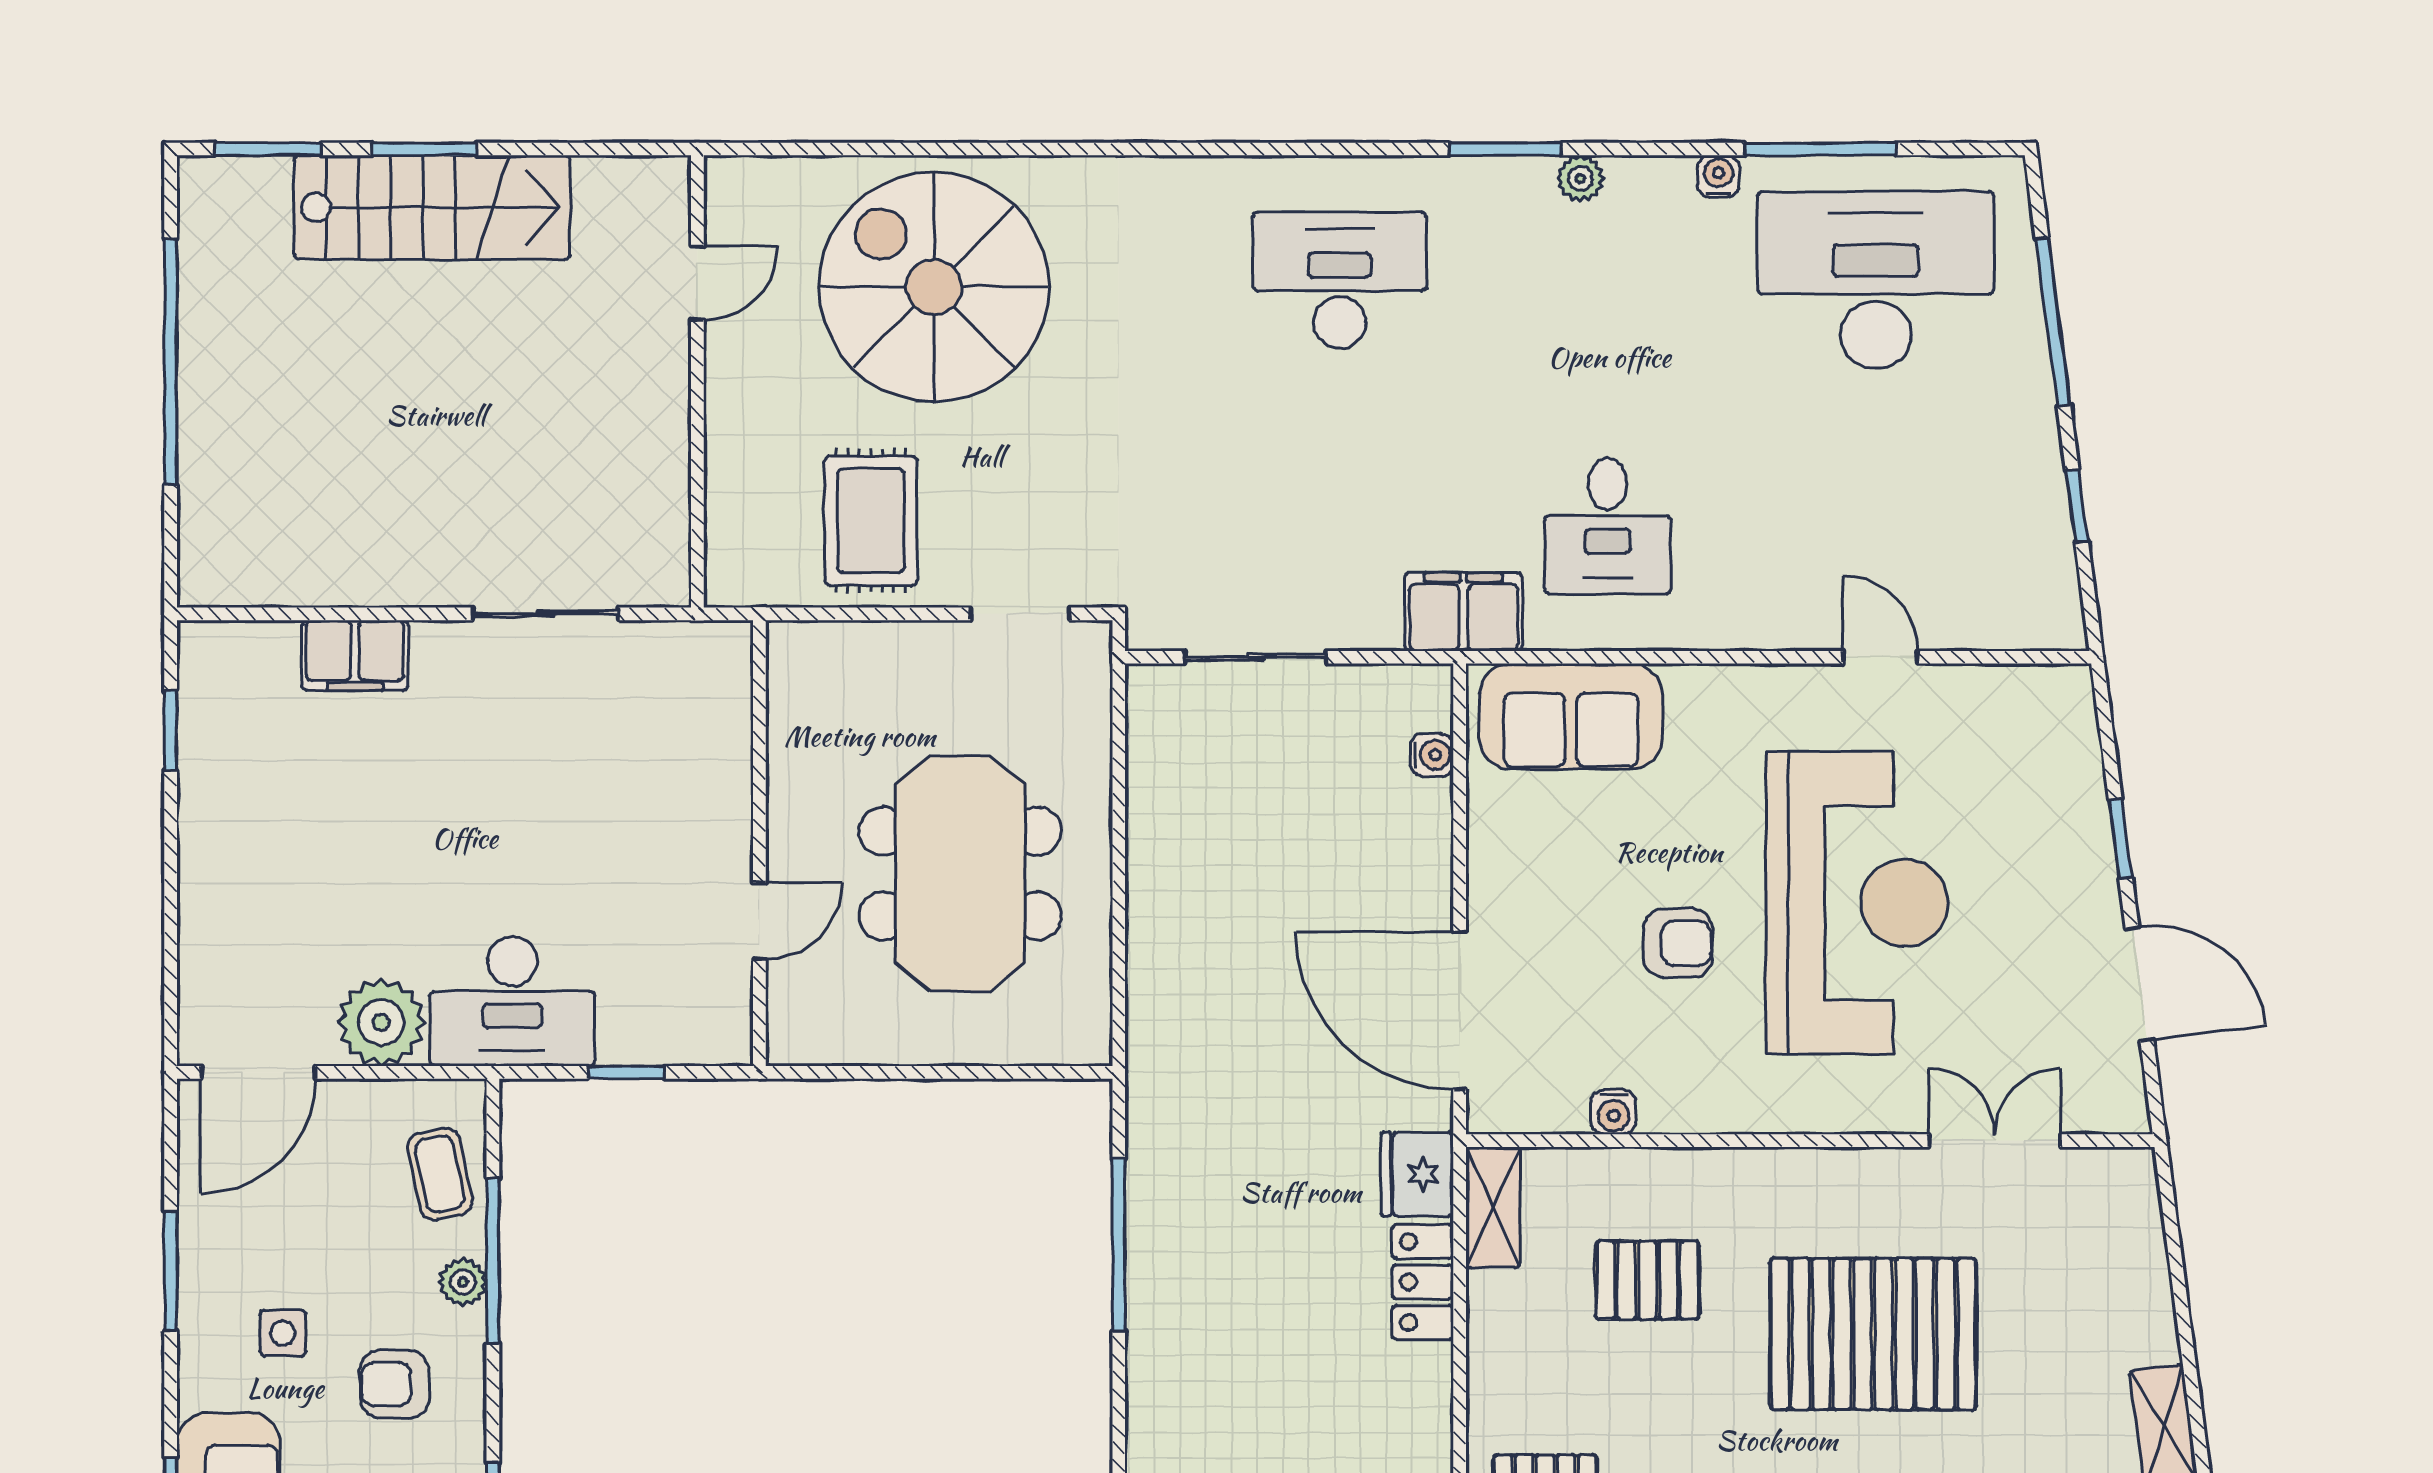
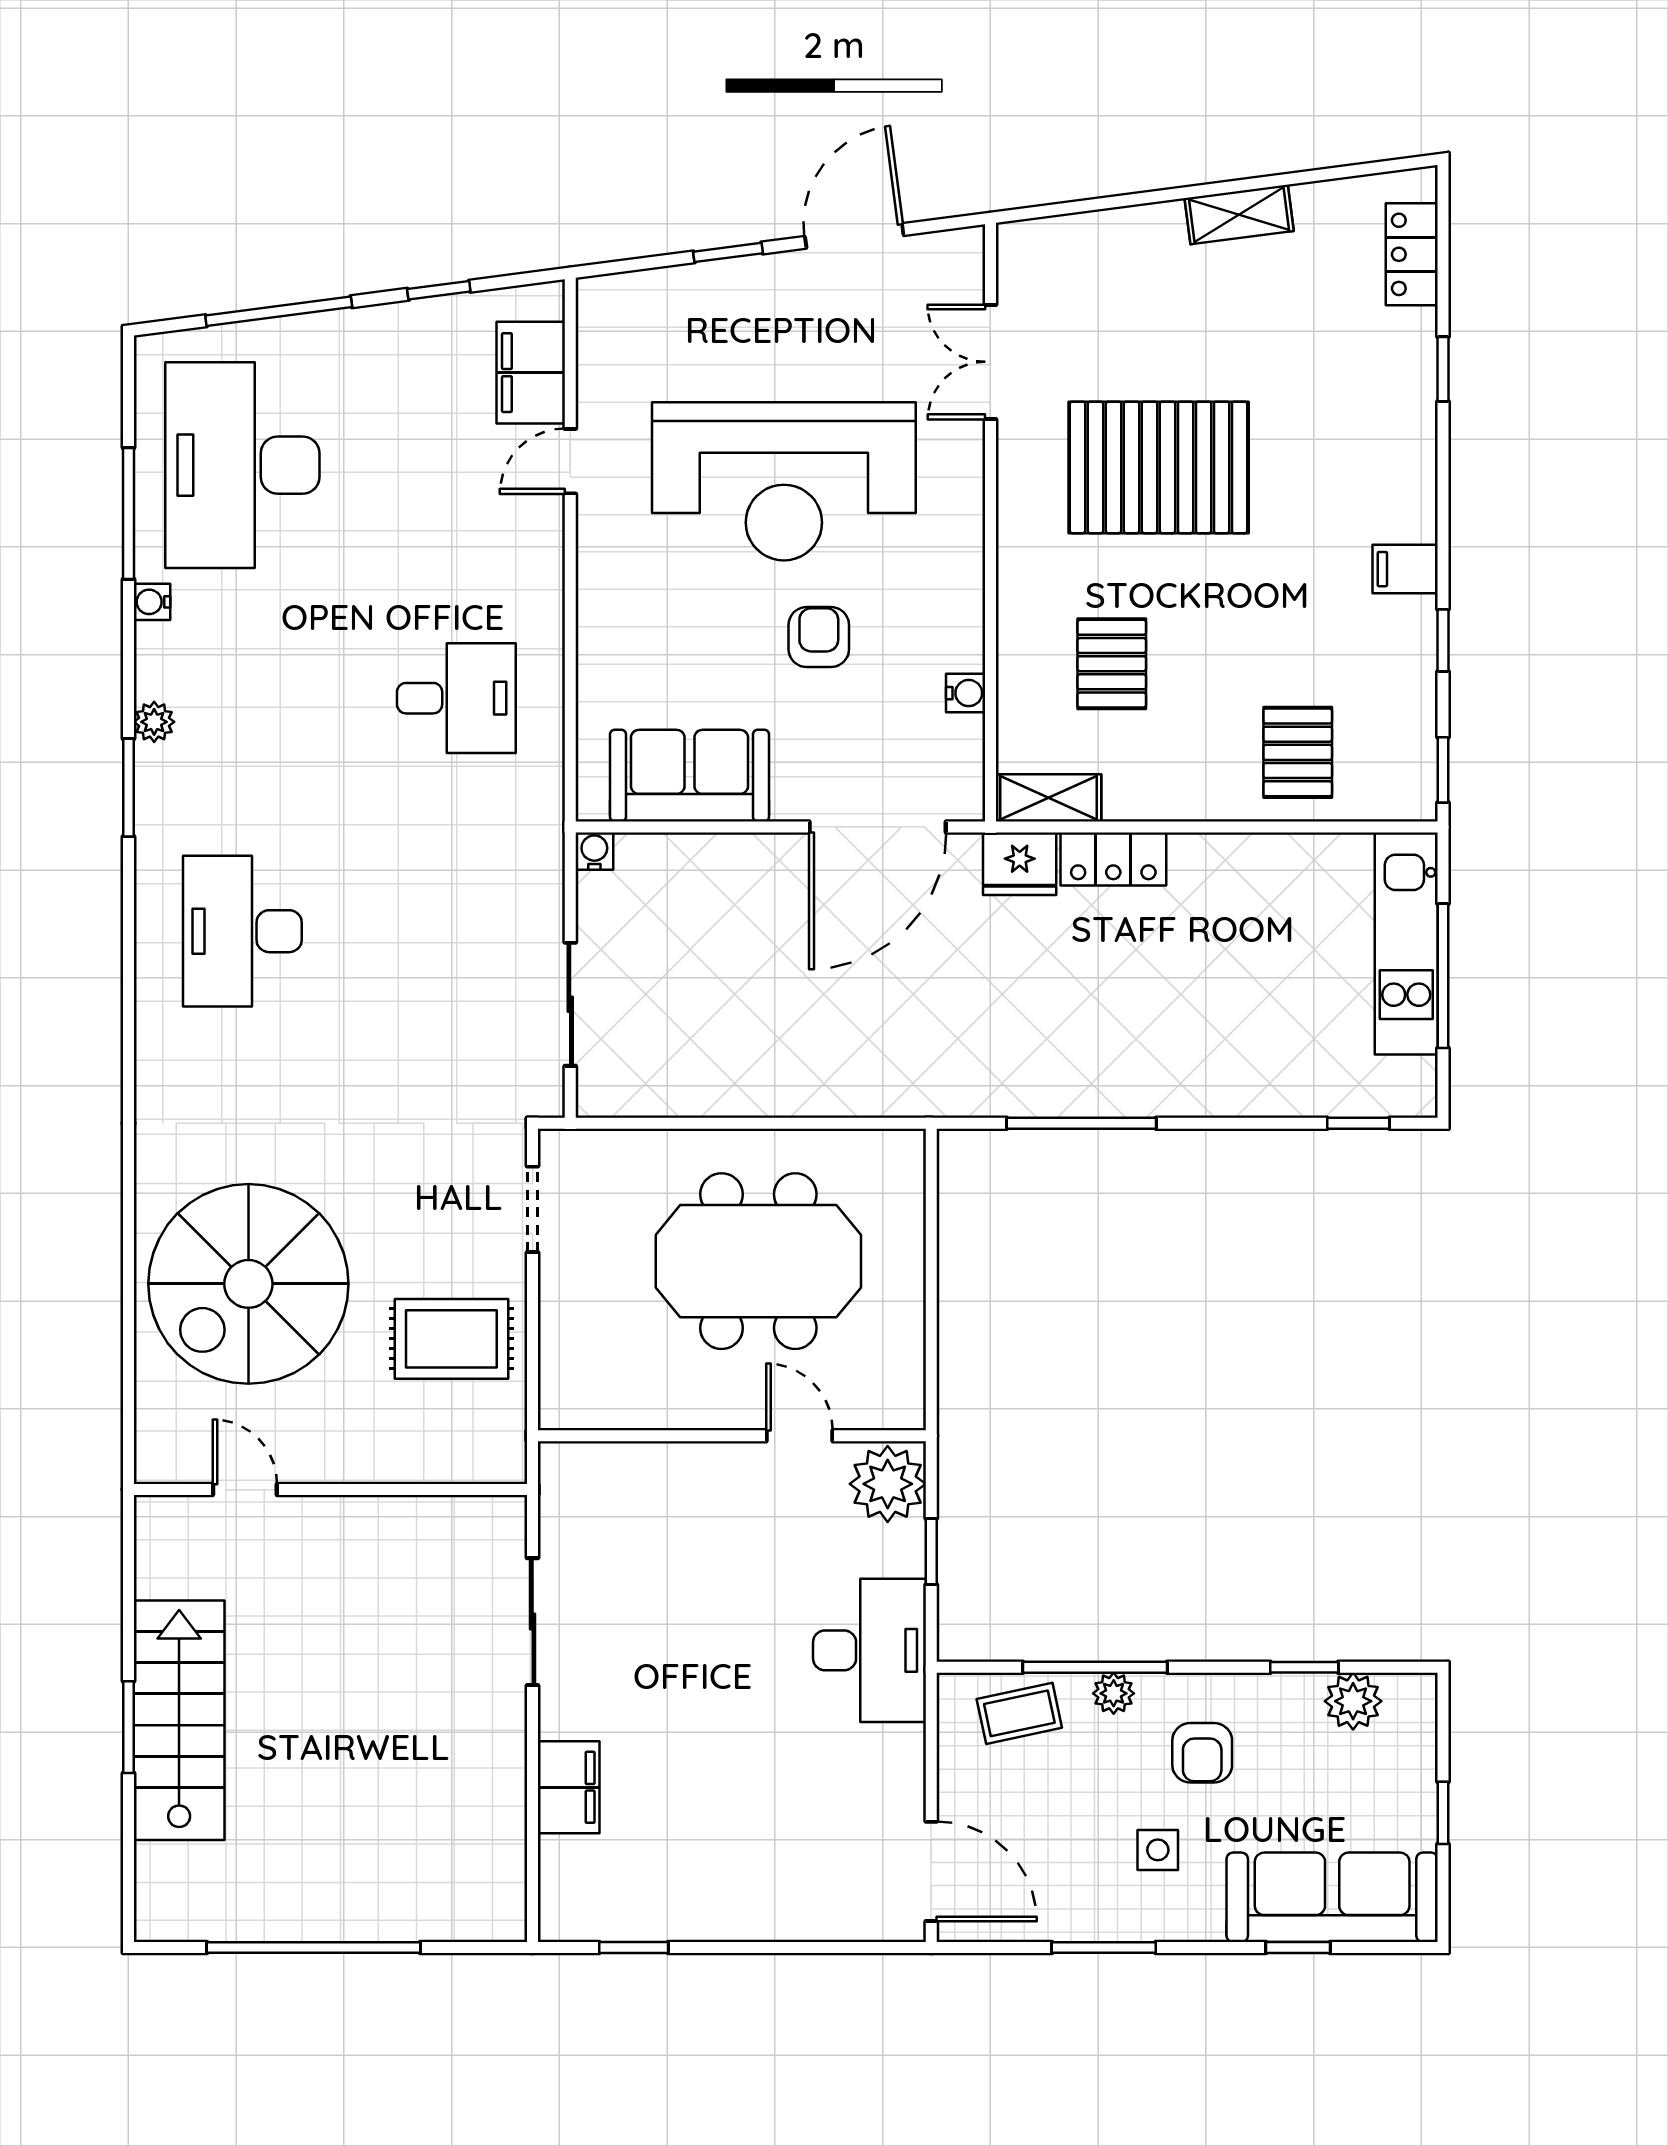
window: (268, 149) -> (128, 1863), removed
filing cabinet: (1464, 612) -> (531, 373), moved
sofa: (1571, 716) -> (690, 776), moved, turned -90
water cooler: (1432, 755) -> (594, 851), moved
reception desk: (1857, 903) -> (784, 481), turned 180
plant: (381, 1022) -> (888, 1484), moved
pallet: (1873, 1334) -> (1159, 467), turned 90

